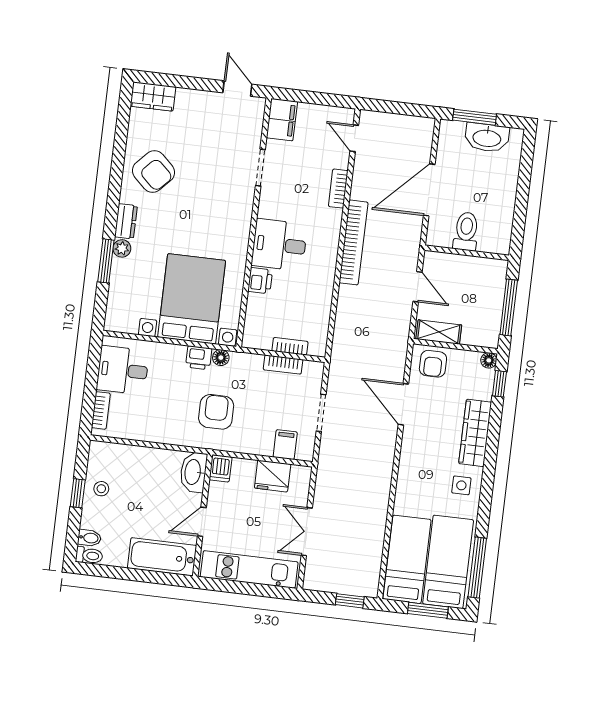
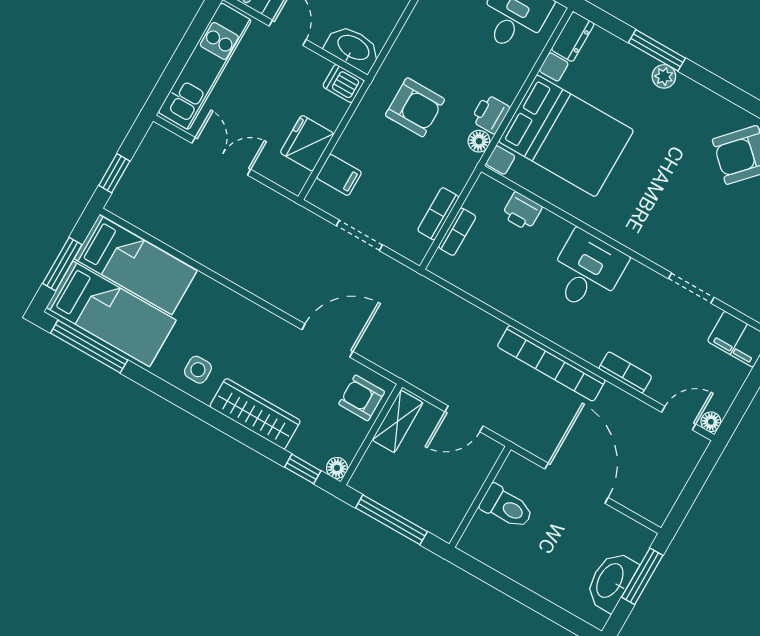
floor lamp: (347, 115) -> (711, 422), added
dresser: (126, 221) -> (573, 37), moved, turned -90
printer: (260, 281) -> (522, 211), moved

